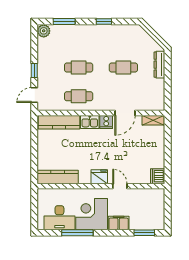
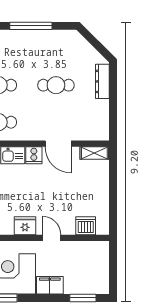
window: (104, 21) -> (31, 26), width x2.17
door: (125, 113) -> (58, 144), hinge flipped
dishwasher: (158, 176) -> (86, 226), moved, turned 90

